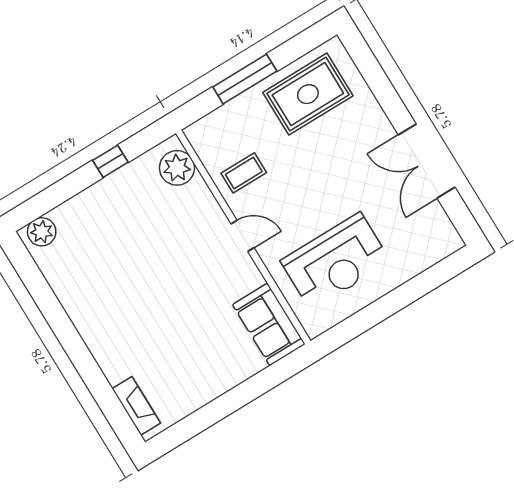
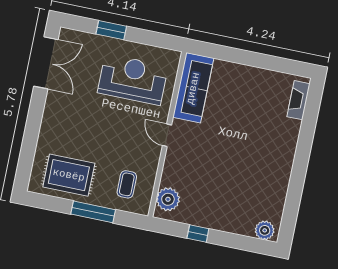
double door: (427, 161) -> (46, 63), moved
coffee table: (244, 173) -> (127, 184), moved, turned 90
window: (408, 293) -> (111, 30), added
sofa: (269, 324) -> (193, 88), width x1.36

